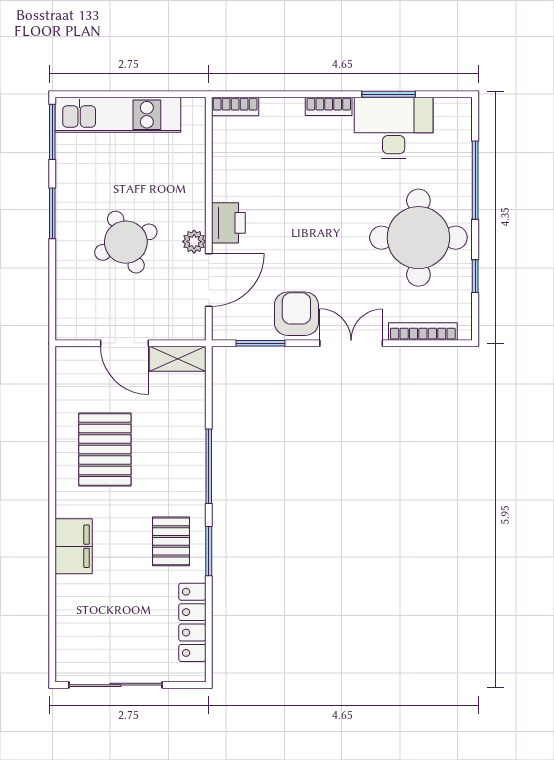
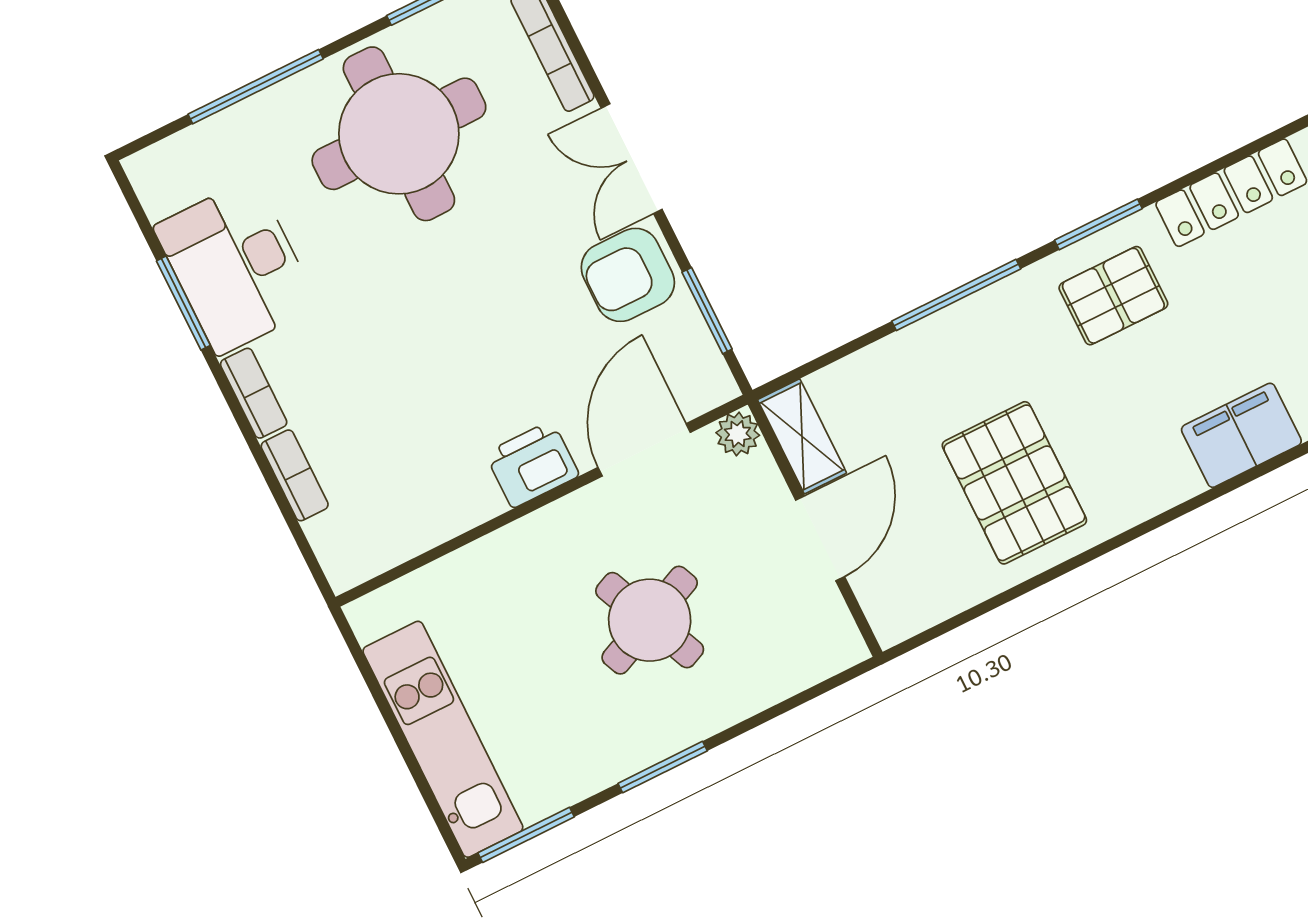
bookcase: (235, 106) -> (295, 475), moved
plant: (194, 242) -> (738, 434), moved
door: (209, 280) -> (644, 450), hinge flipped
pallet: (105, 449) -> (1014, 483), turned 90
filing cabinet: (74, 546) -> (1241, 435), moved

